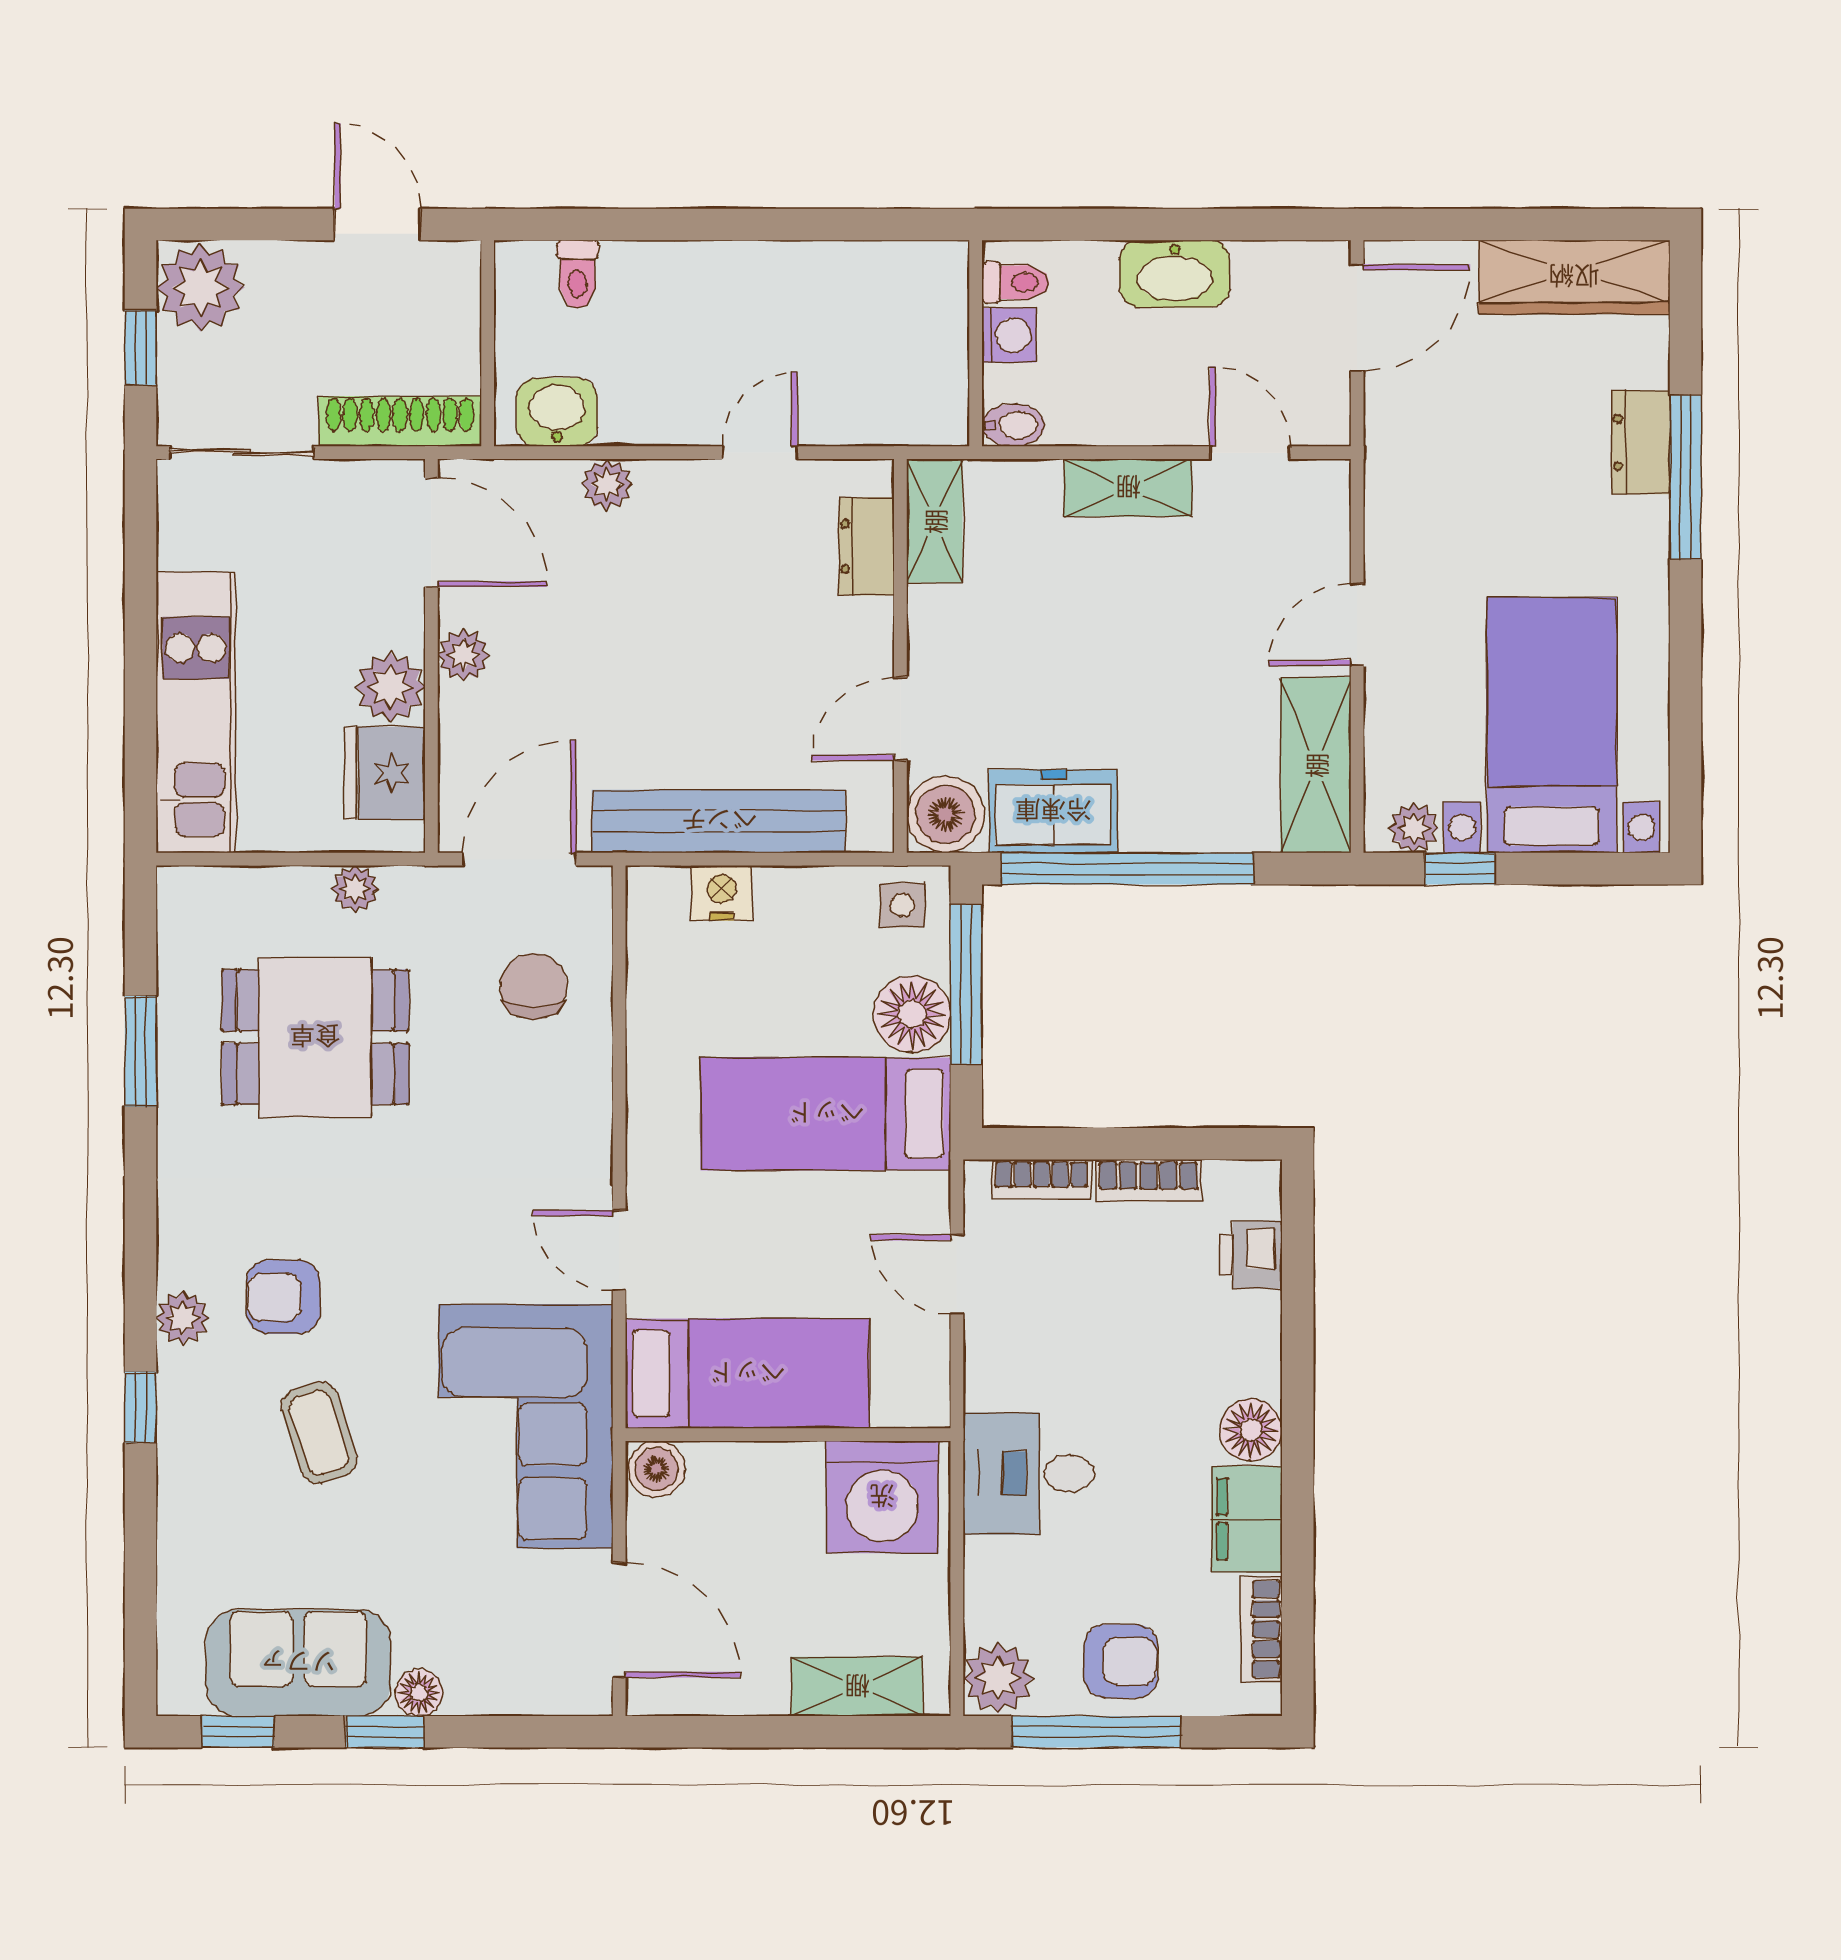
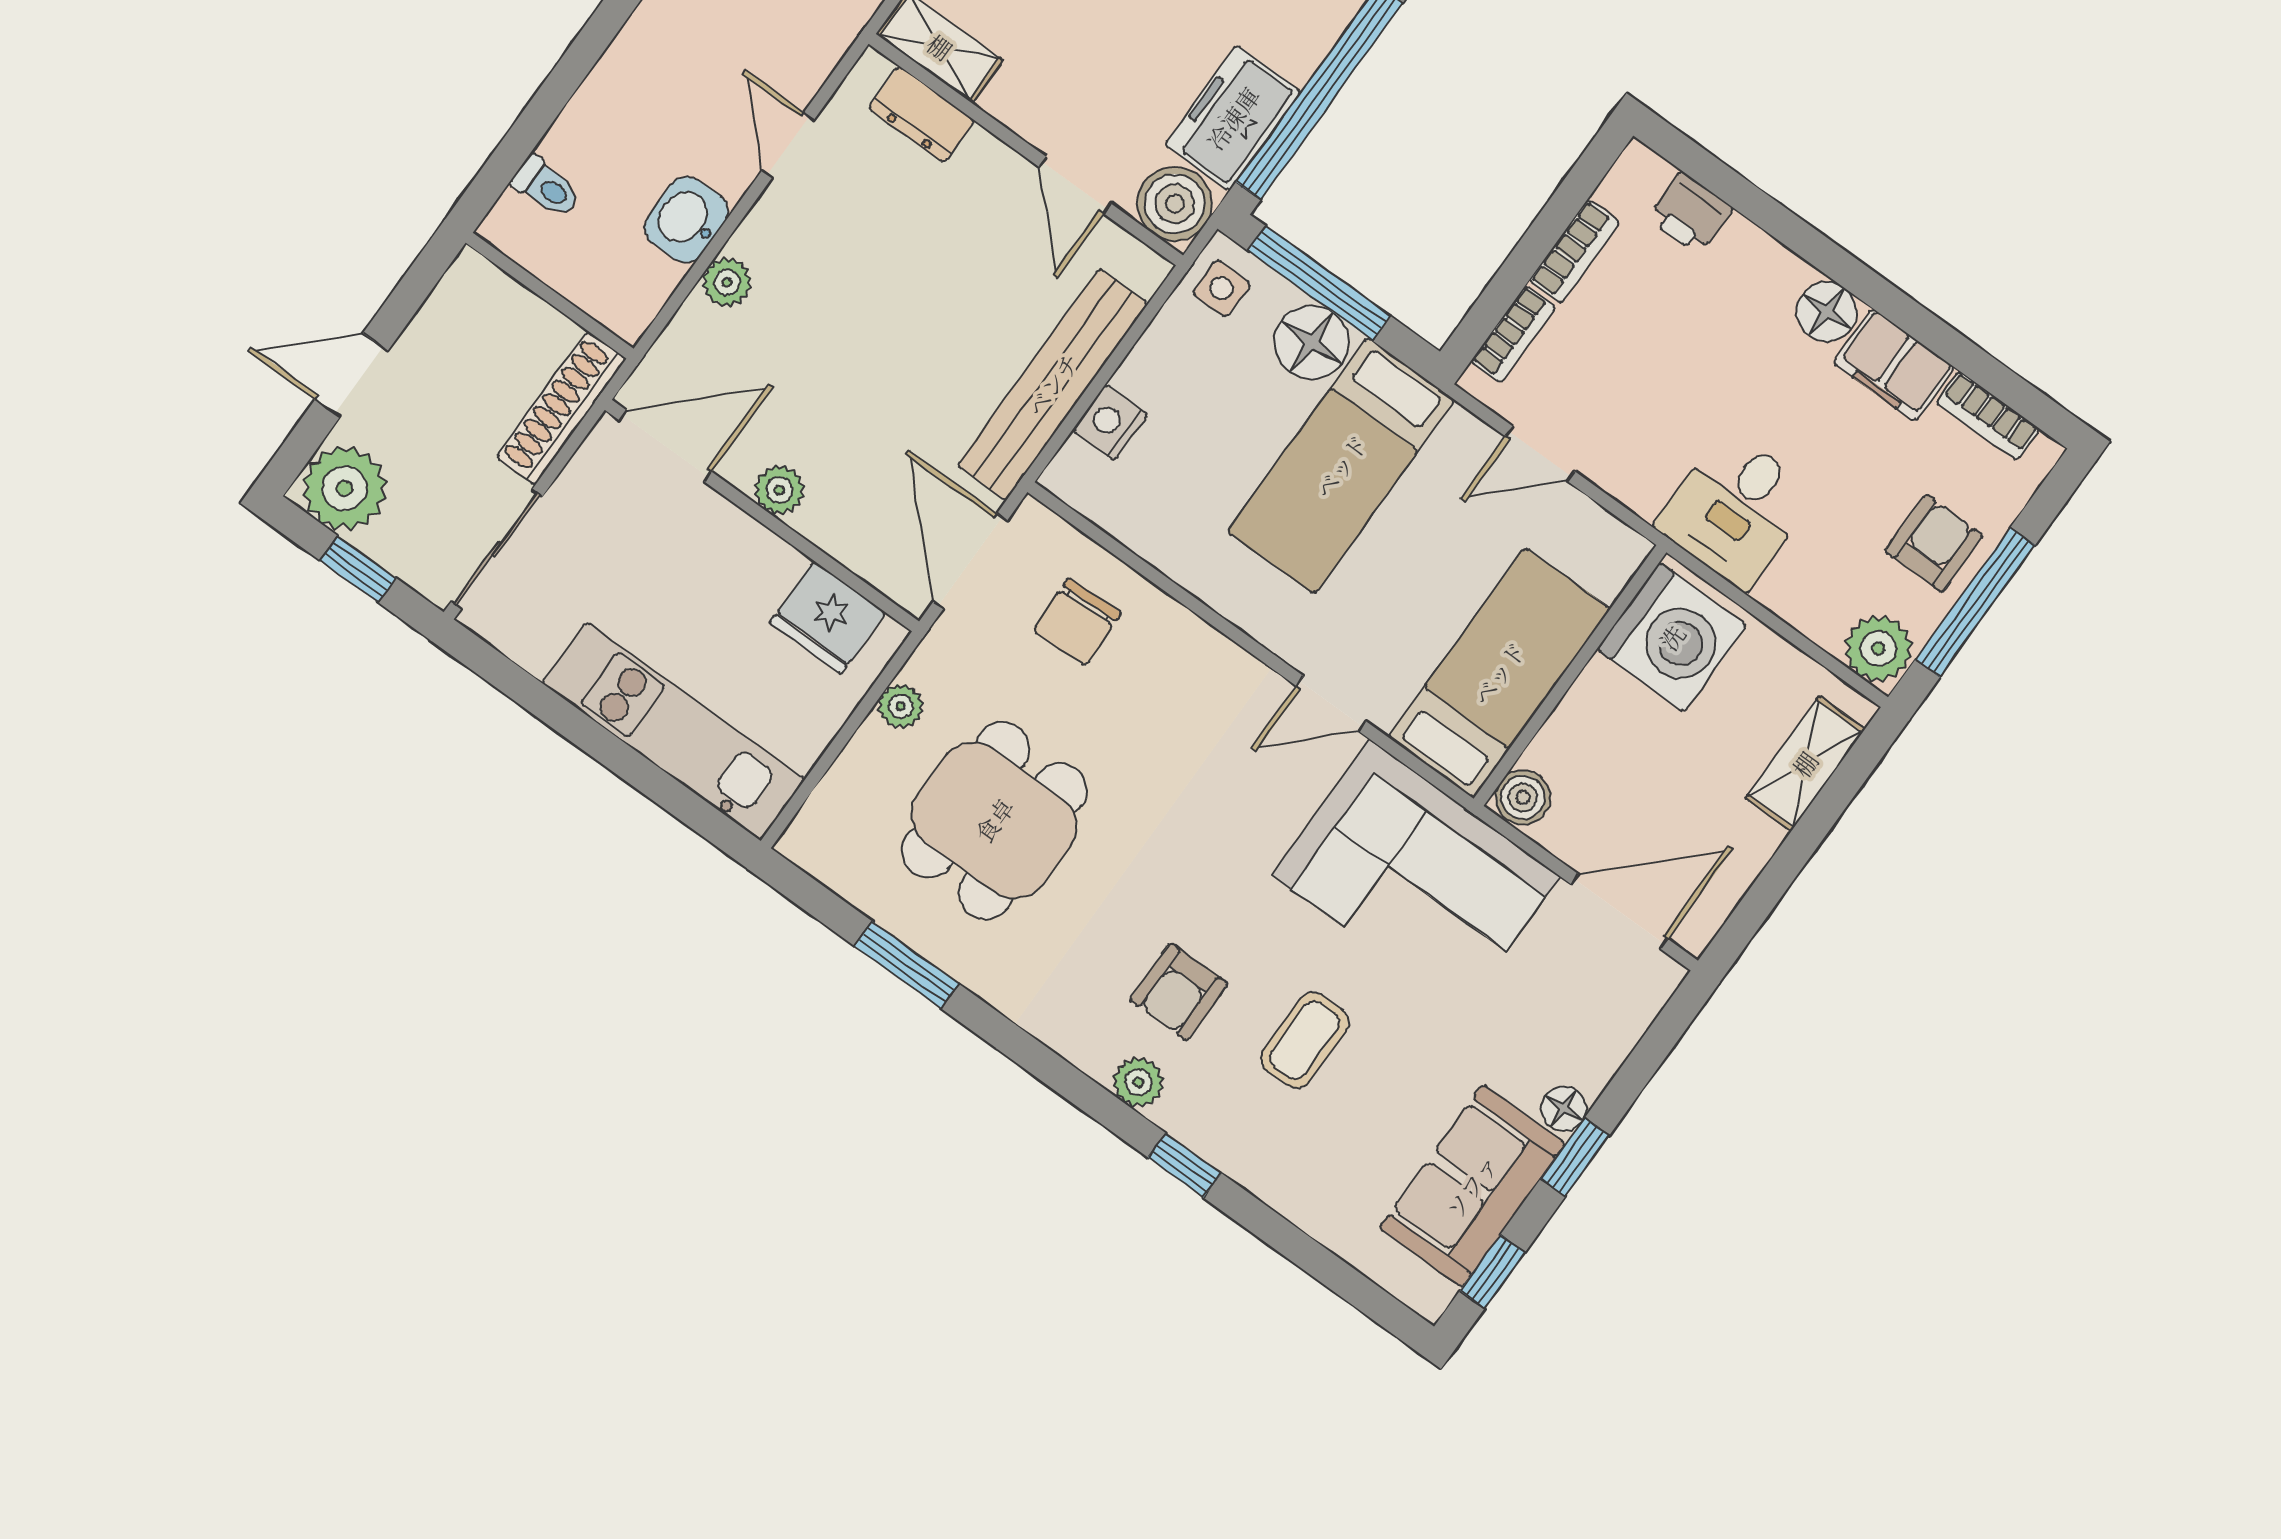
door: (378, 224) -> (351, 375), moved
washbasin: (557, 412) -> (686, 220), moved
plant: (390, 687) -> (763, 565), removed
chair: (534, 986) -> (1077, 622), turned -92
coffee table: (319, 1433) -> (1305, 1040), turned -72

